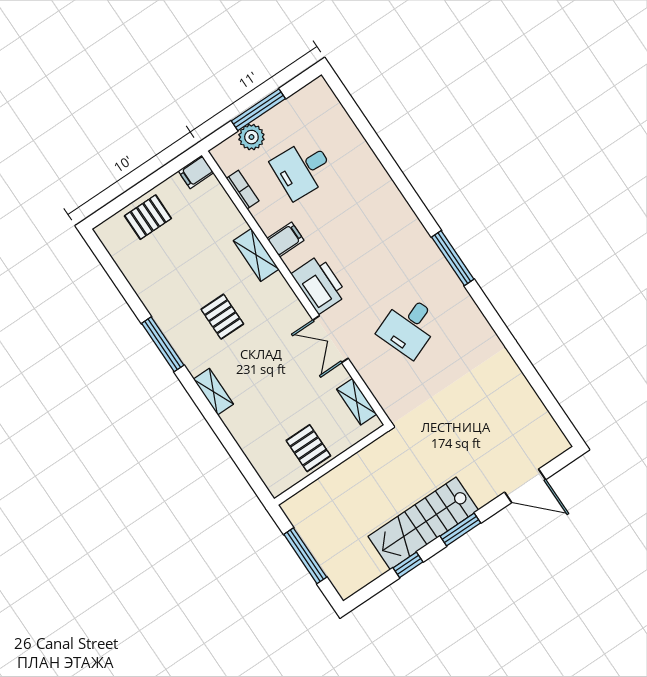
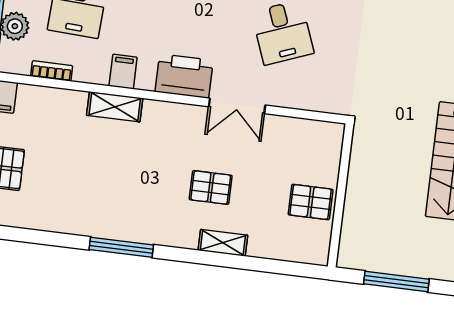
pallet: (222, 317) -> (211, 187), moved
shelving: (213, 392) -> (223, 243), moved
shelving: (357, 402) -> (307, 129), removed

